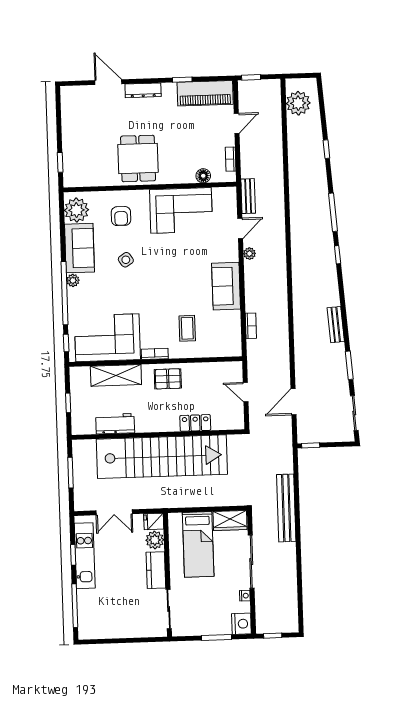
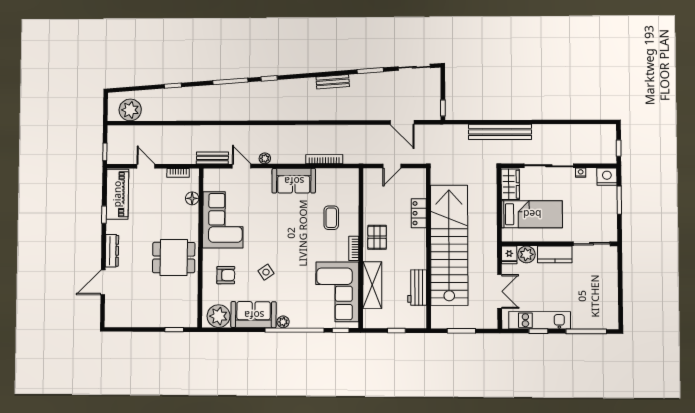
bookcase: (251, 326) -> (324, 159), width x1.56
coffee table: (187, 328) -> (331, 218), turned 90

